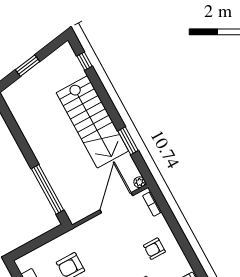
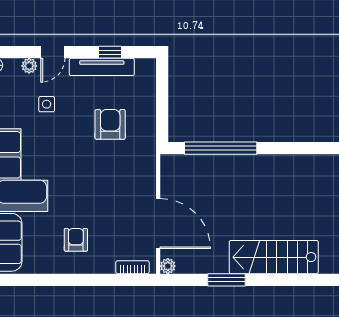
stairs: (92, 122) -> (274, 257), width x0.73, depth x0.66

